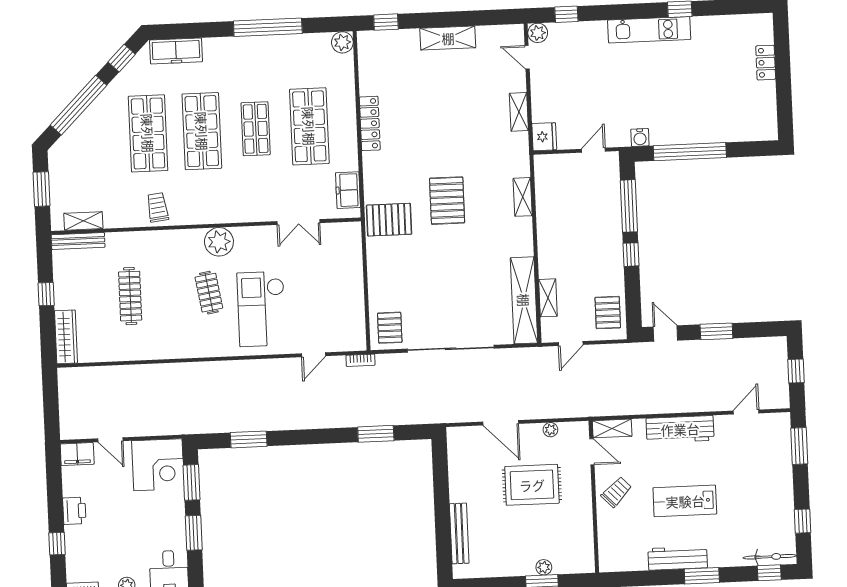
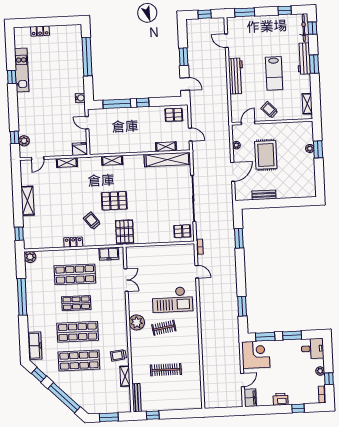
kitchen unit: (649, 30) -> (22, 70), moved
plant: (538, 33) -> (24, 141), moved
locker: (370, 123) -> (73, 242), width x0.66
window: (690, 152) -> (87, 57), moved
trolley: (410, 159) -> (92, 221), added
shelving: (83, 221) -> (125, 376), moved
window: (46, 294) -> (153, 415), moved
door: (665, 334) -> (185, 84), swing flipped
wardrobe: (66, 337) -> (188, 404), removed
shelving: (612, 428) -> (307, 104), moved
bench: (459, 533) -> (264, 195), moved, width x0.73
workbench: (678, 558) -> (304, 59), moved

